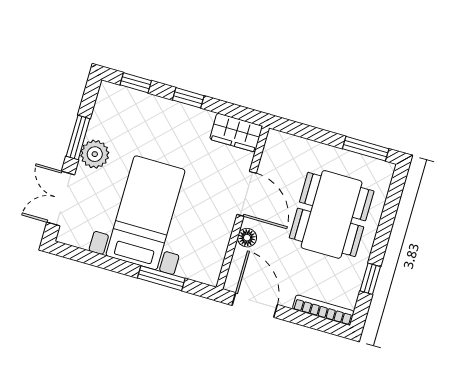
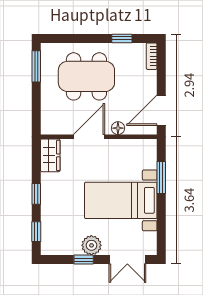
window: (78, 137) -> (84, 260), width x0.67
bookcase: (323, 310) -> (152, 56), width x0.64

